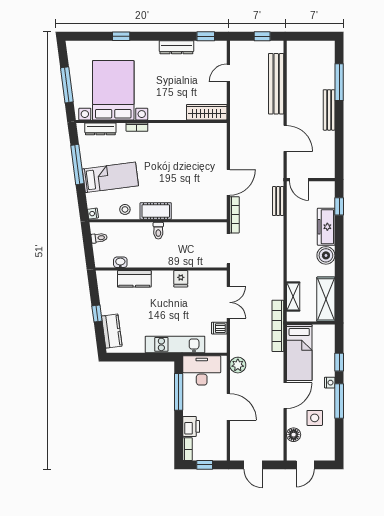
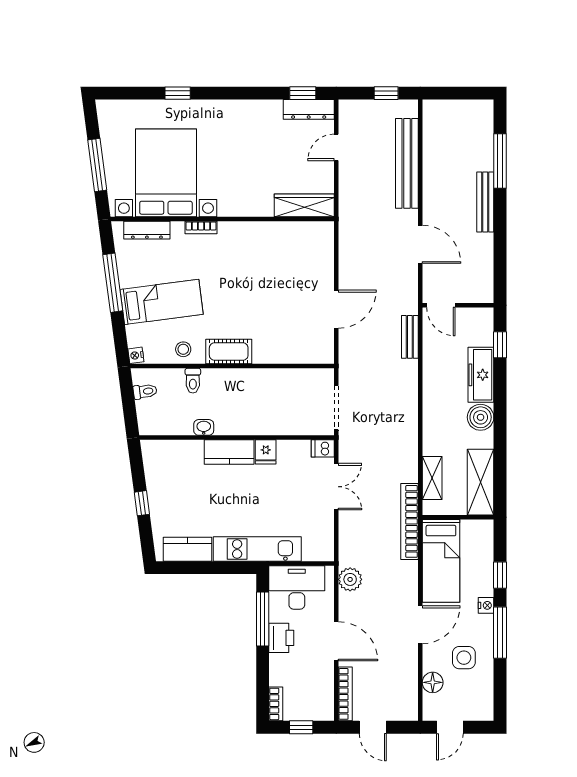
dresser: (176, 47) -> (309, 109), moved
bookcase: (234, 215) -> (345, 694), moved
toilet: (158, 231) -> (193, 381), moved
washbasin: (120, 262) -> (204, 427), moved
kitchen counter: (134, 279) -> (229, 452), moved
dishwasher: (219, 328) -> (323, 448), moved
kitchen counter: (112, 331) -> (188, 549), moved, turned -82
printer: (191, 426) -> (281, 638), moved

